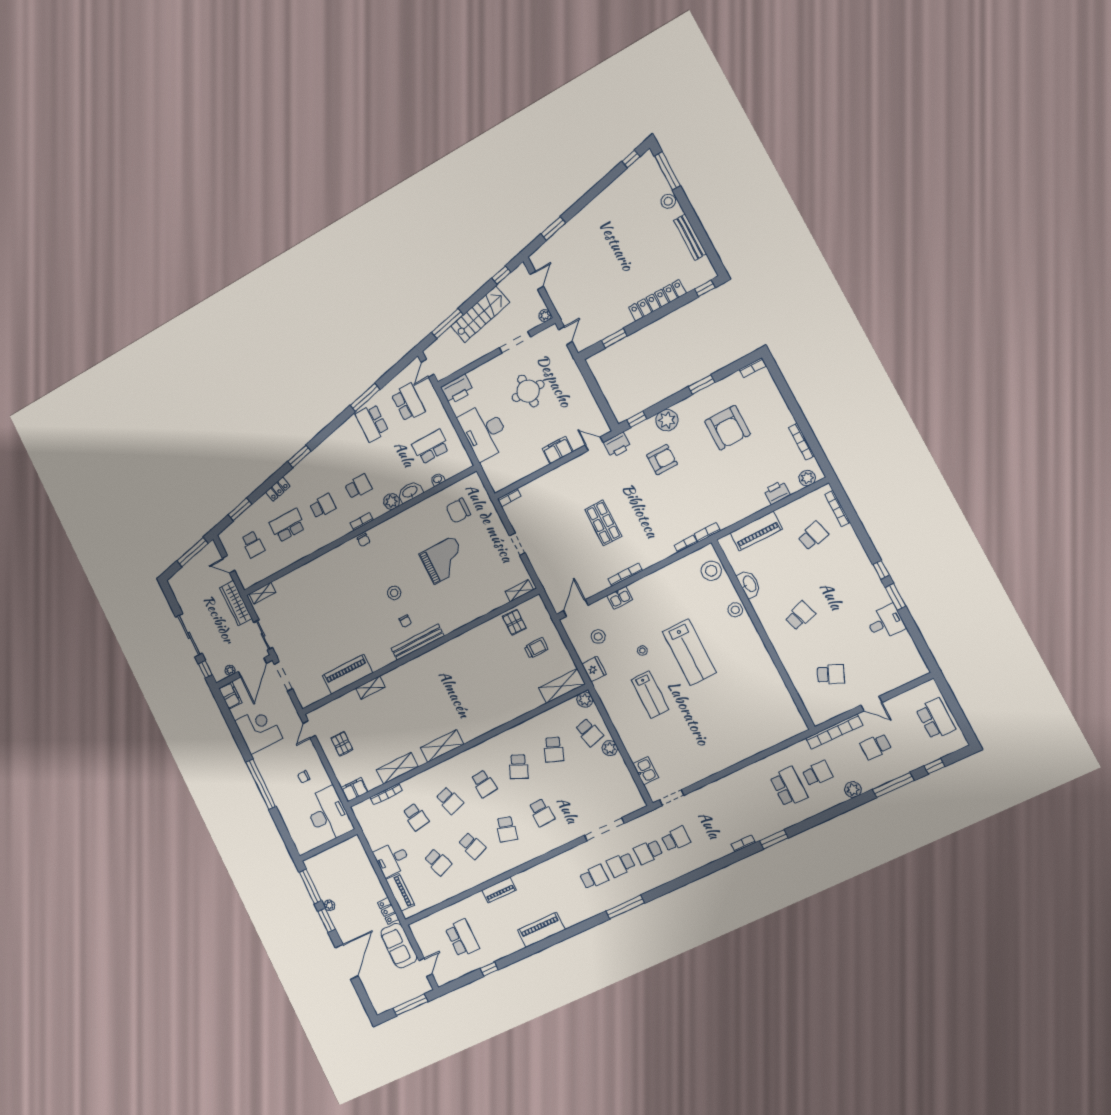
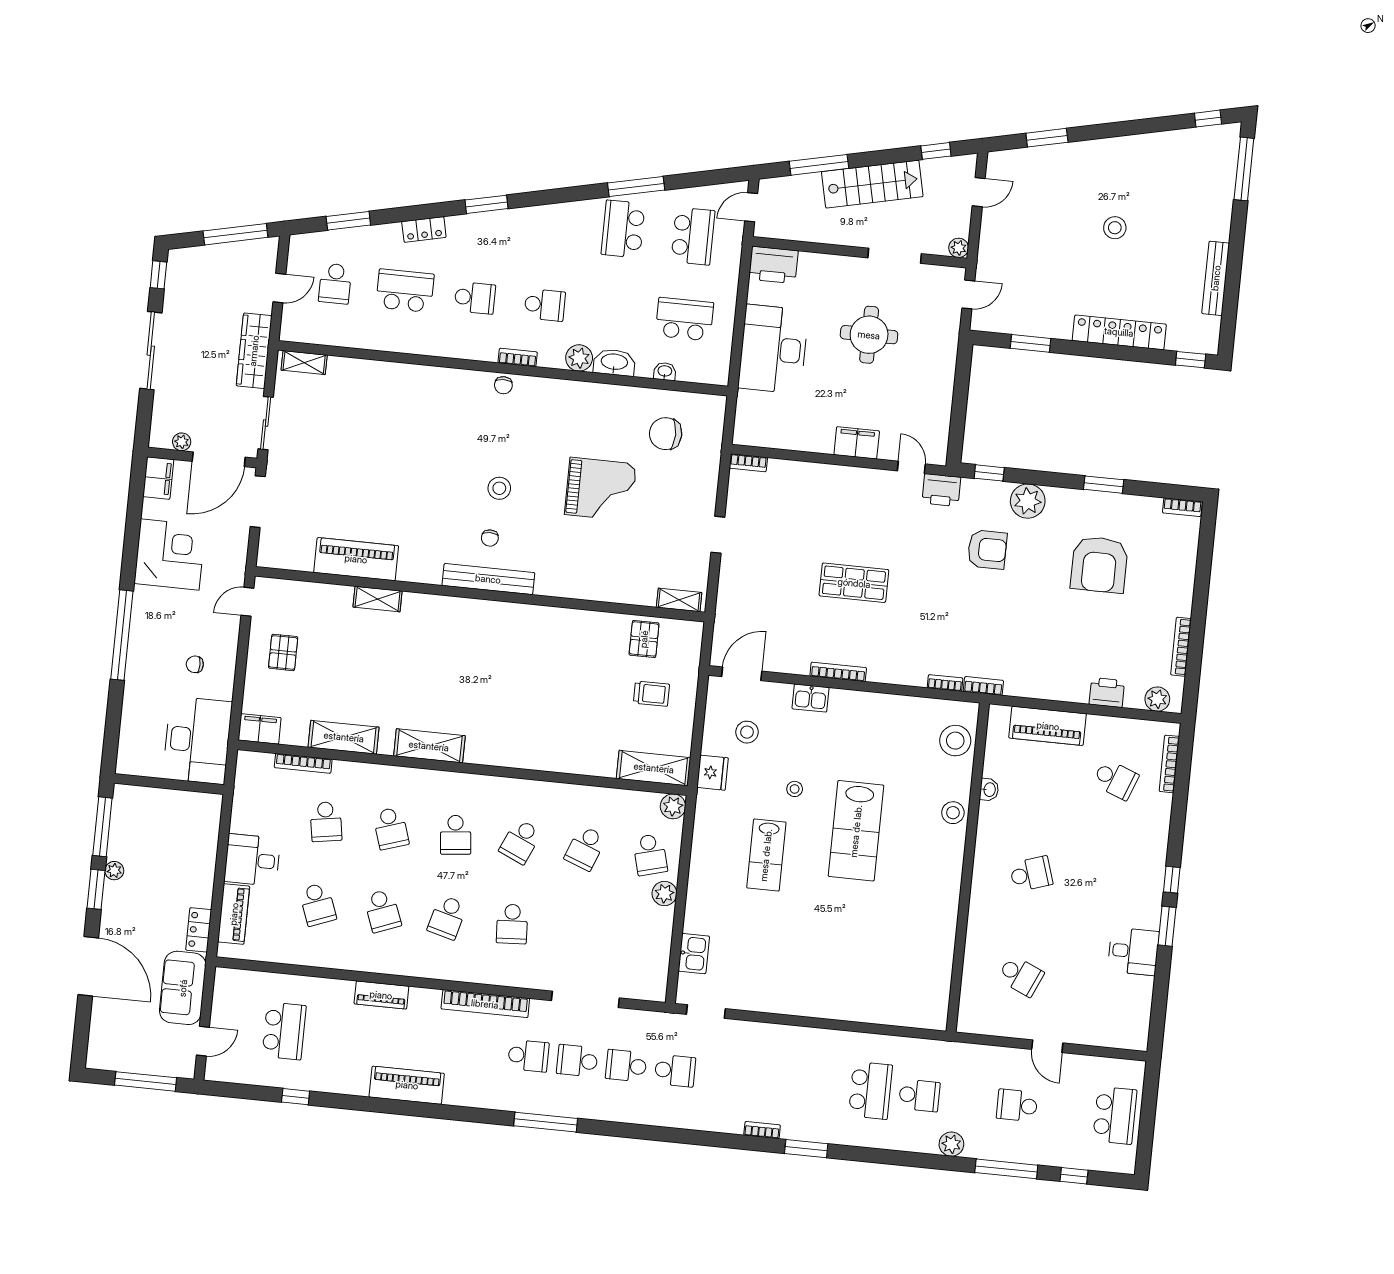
stool: (668, 201) -> (1115, 228), moved
shop shelf: (603, 523) -> (854, 583), turned 90
school desk: (813, 536) -> (1116, 780), turned 36
door: (229, 564) -> (279, 288), swing flipped
washbasin: (749, 584) -> (989, 790), width x0.52, depth x0.69
window: (205, 669) -> (158, 275), moved
bookcase: (834, 732) -> (485, 1004), moved
door: (347, 962) -> (88, 966), hinge flipped

